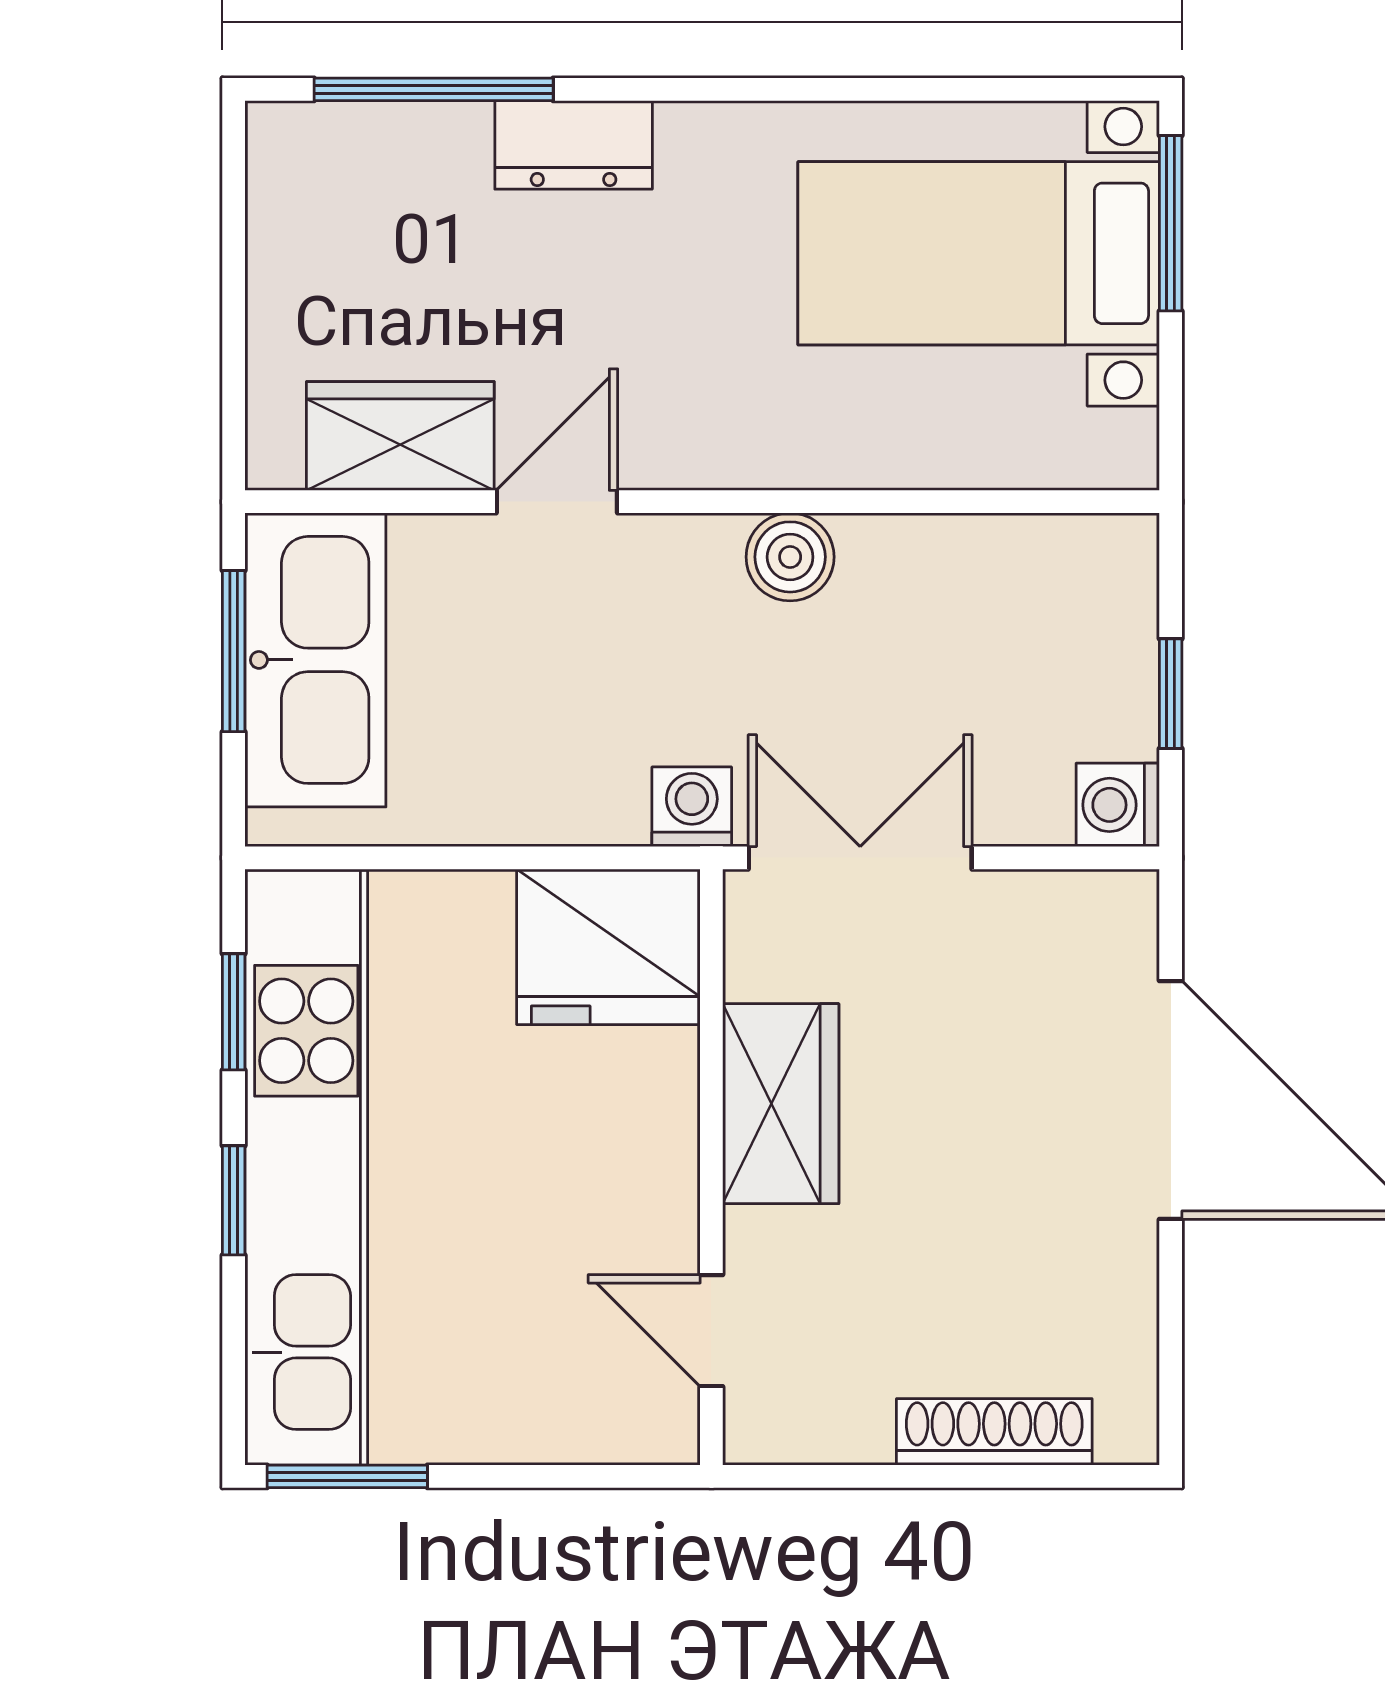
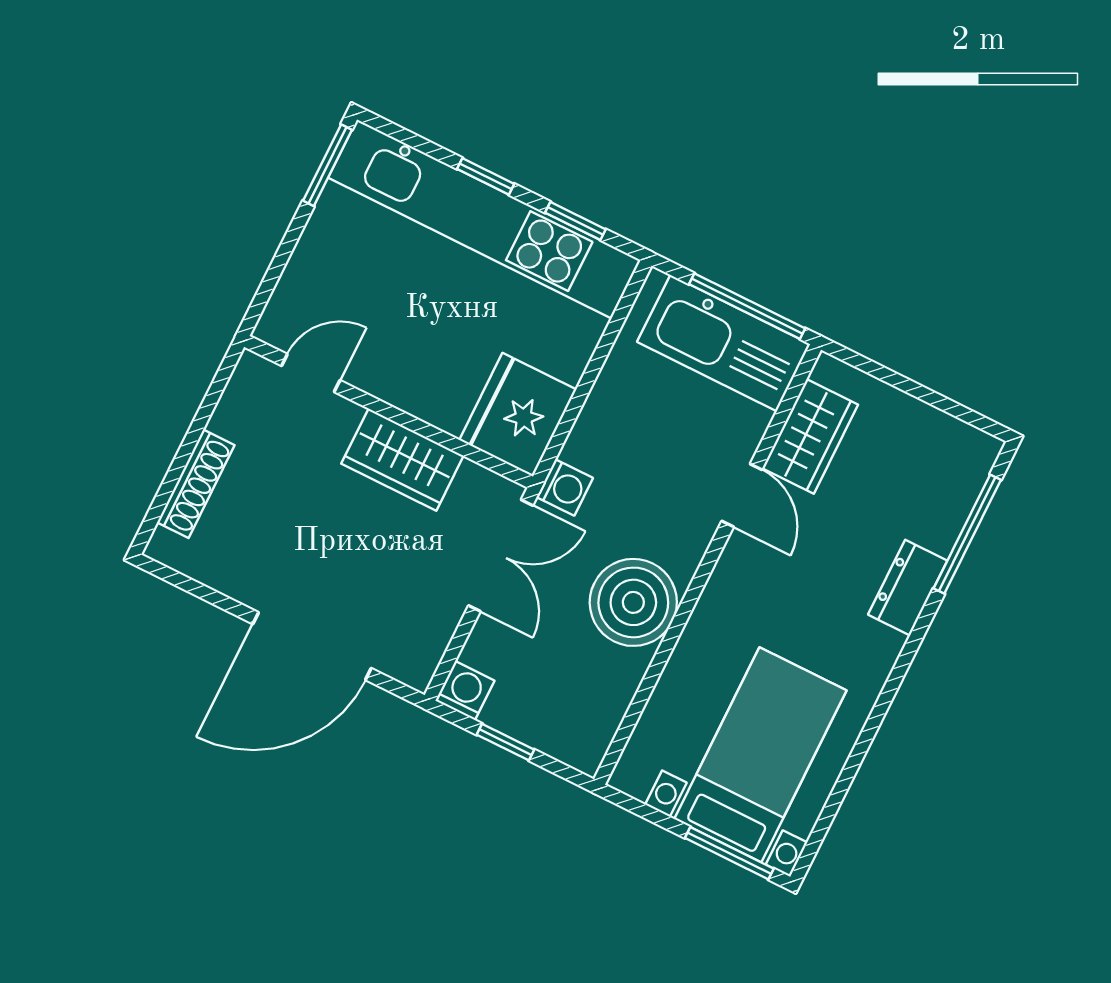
boiler: (790, 557) -> (633, 602), width x1.86, depth x1.86
window: (234, 651) -> (747, 306), width x1.44

